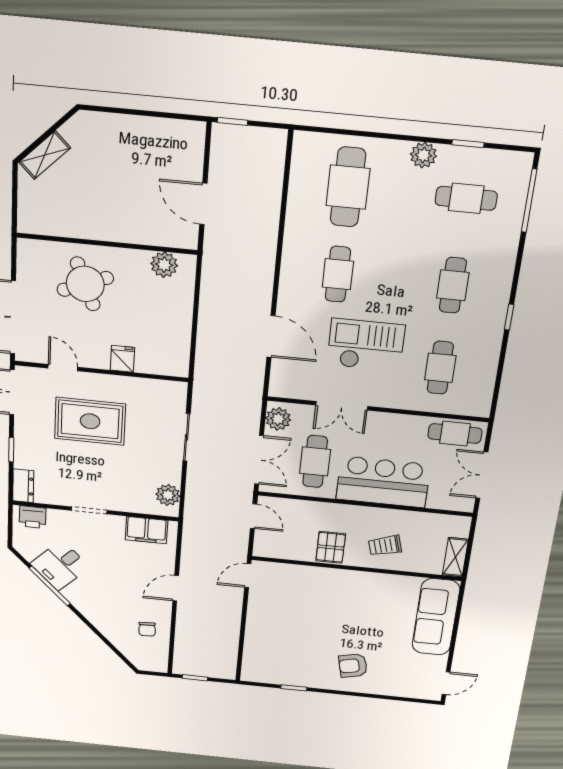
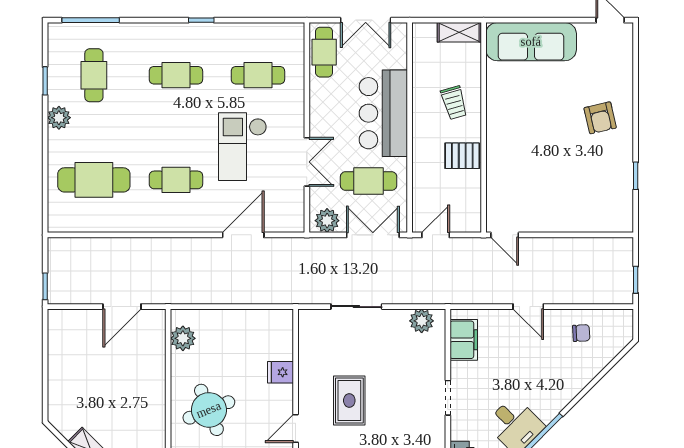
rug: (90, 421) -> (349, 400), width x0.73, depth x0.70

